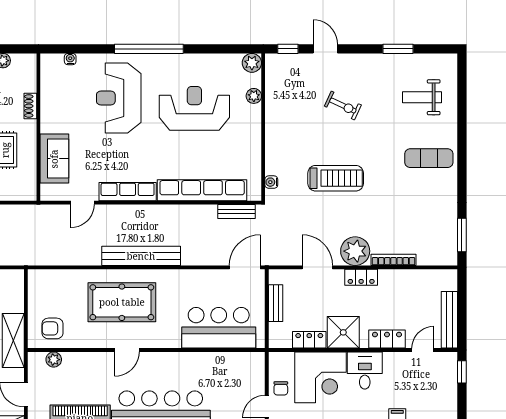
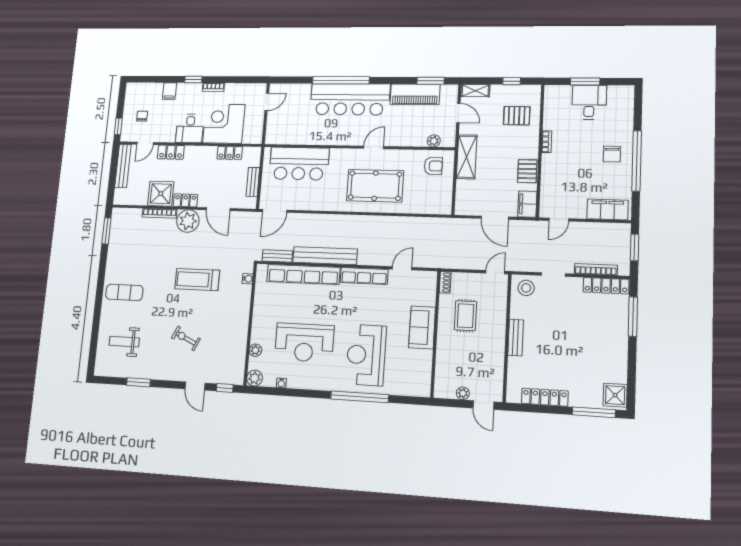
window: (149, 49) -> (360, 397), moved
water cooler: (70, 59) -> (281, 383), moved
weight bench: (422, 97) -> (124, 342), turned 180
reception desk: (119, 98) -> (366, 355), turned 180
shoe rack: (30, 106) -> (445, 282), moved
sofa: (54, 159) -> (422, 327), moved
bench: (141, 256) -> (325, 256), moved
shower: (343, 332) -> (161, 194), moved
chair: (281, 388) -> (142, 116), moved

